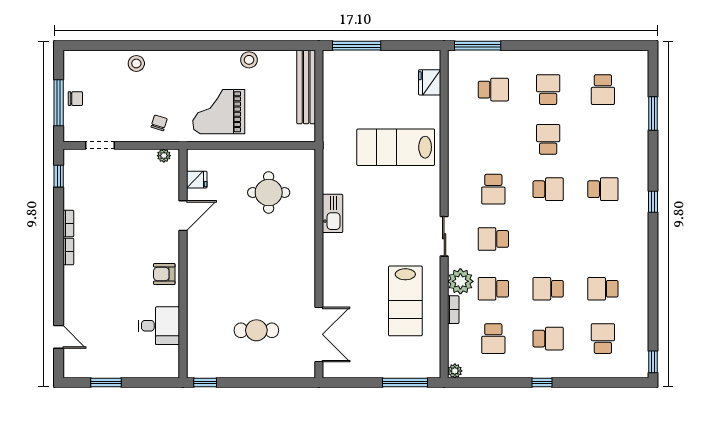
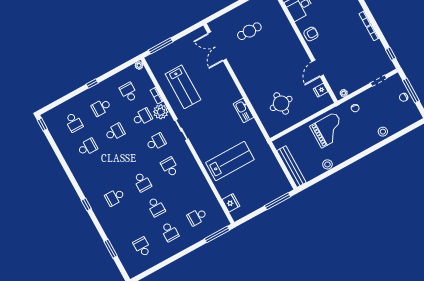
school desk: (548, 189) -> (142, 182), turned -90
lab bench: (405, 301) -> (183, 87), turned 180

